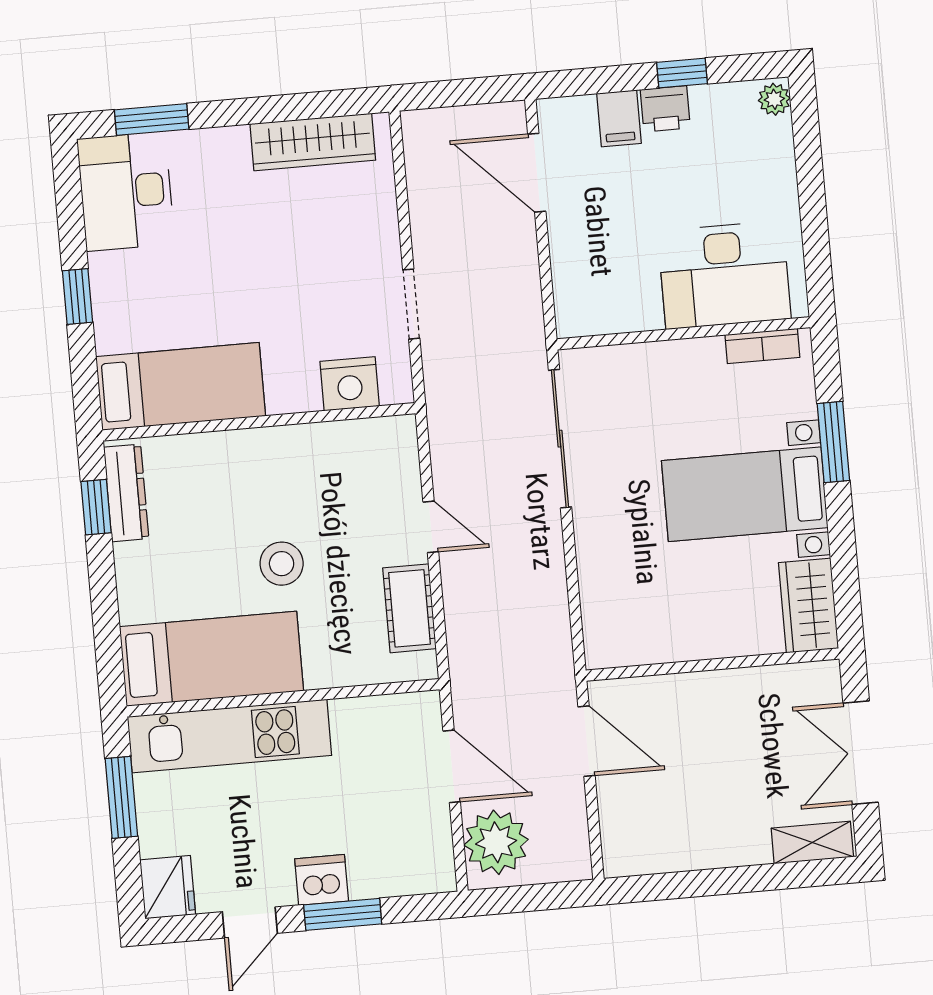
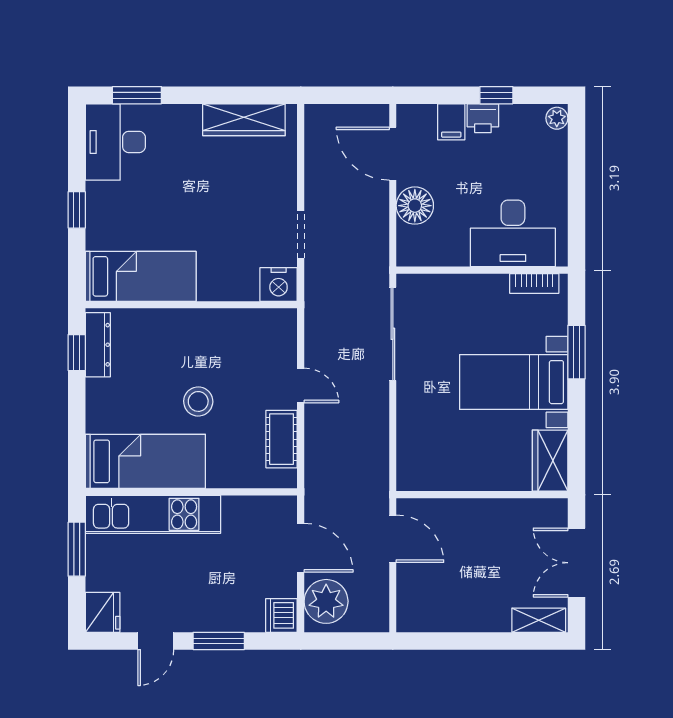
floor lamp: (576, 247) -> (415, 206), added
nightstand: (350, 384) -> (279, 284), moved
dishwasher: (322, 880) -> (281, 615), moved, turned -90

